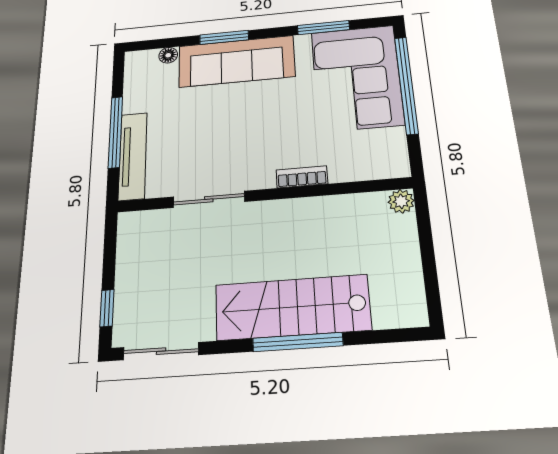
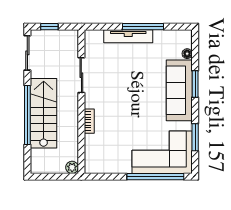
bookcase: (302, 177) -> (89, 121), moved
wall: (263, 195) -> (81, 102), moved
sliding door: (209, 199) -> (81, 75), moved
plant: (401, 201) -> (72, 167), moved
window: (298, 342) -> (27, 115), width x1.46

